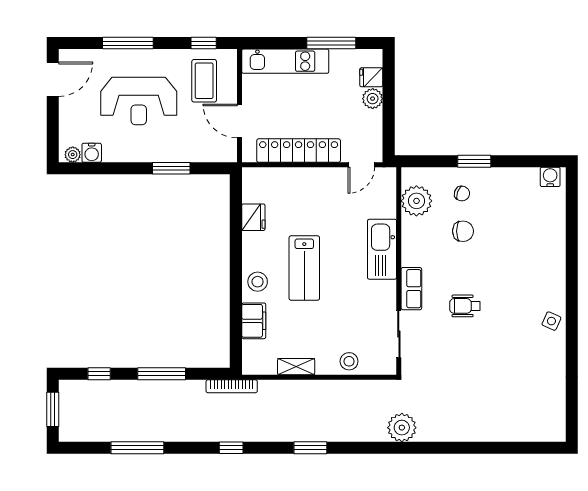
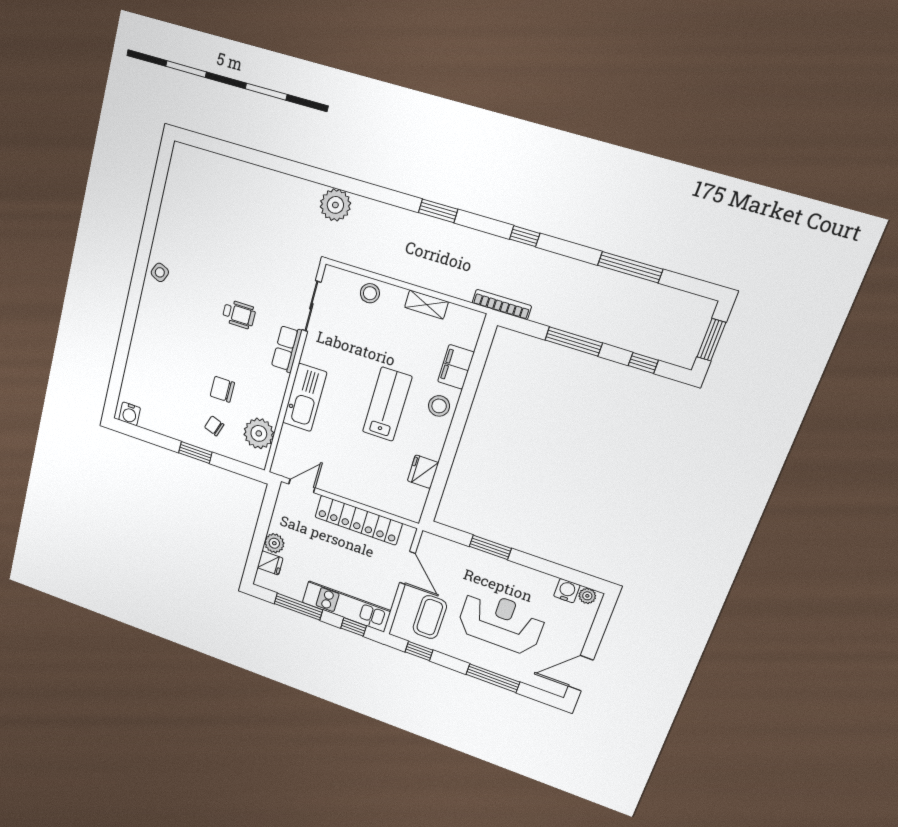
window: (272, 43) -> (354, 627), added

